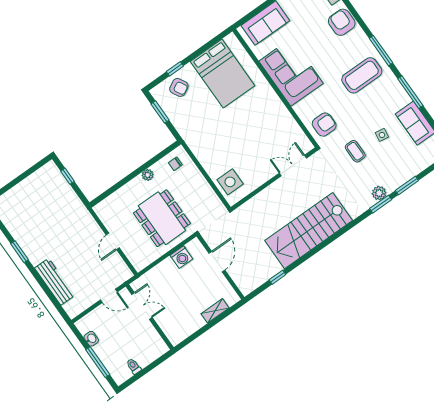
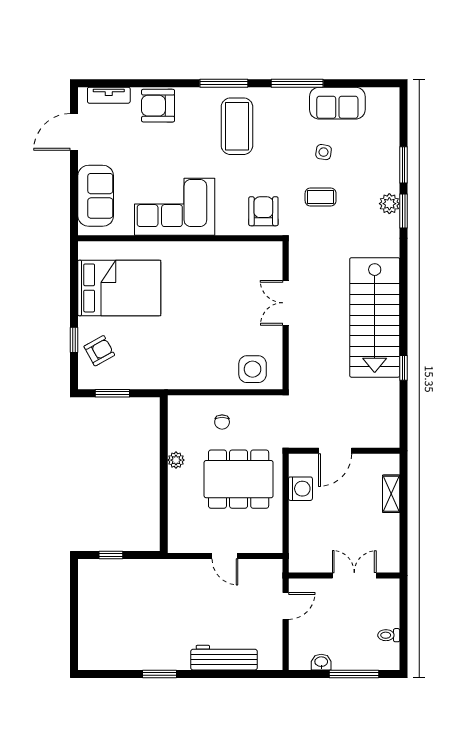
chair: (175, 164) -> (222, 422), moved
double door: (293, 166) -> (286, 303), moved
door: (217, 262) -> (335, 451), swing flipped
window: (277, 277) -> (404, 368), moved
double door: (142, 306) -> (354, 575), moved

